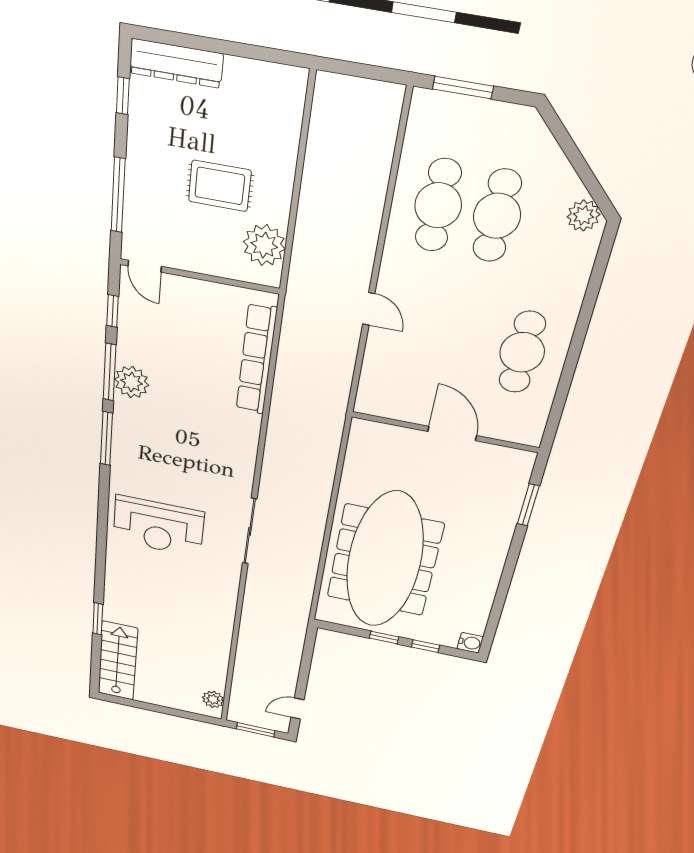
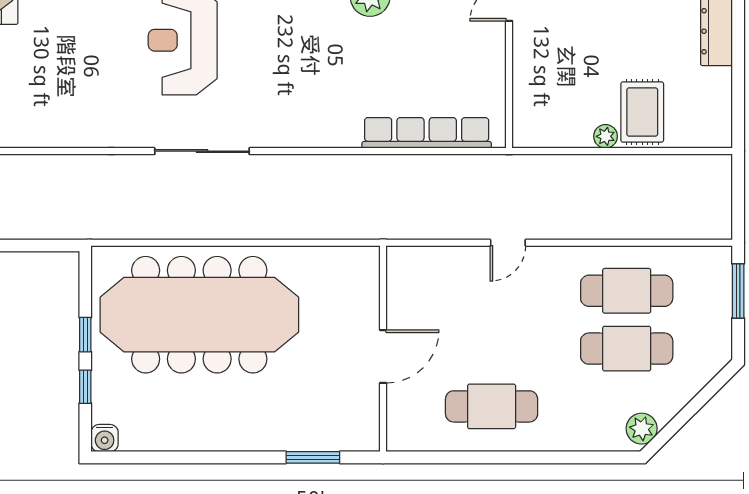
rug: (220, 186) -> (642, 112), moved
plant: (264, 245) -> (606, 136), moved, width x0.53, depth x0.53

